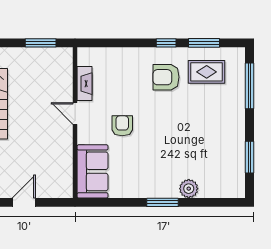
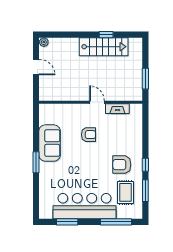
armchair: (166, 77) -> (122, 165), turned -90
door: (75, 113) -> (97, 102), hinge flipped
bar counter: (227, 132) -> (85, 206), added
sofa: (93, 171) -> (50, 143), moved, turned -90
plant: (189, 189) -> (45, 180), removed

